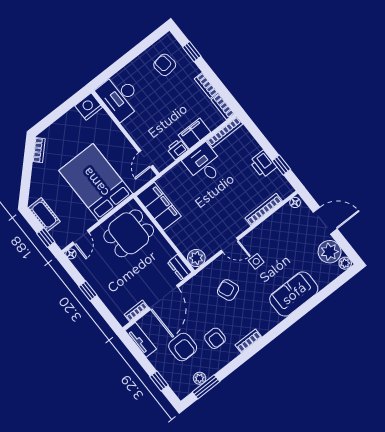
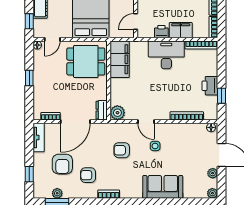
desk: (204, 164) -> (166, 55), width x1.37
plant: (330, 252) -> (213, 173), width x0.53, depth x0.53
armchair: (228, 290) -> (122, 150), turned -69
armchair: (215, 338) -> (88, 175), turned 90

